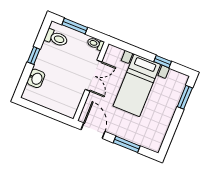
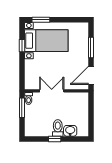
window: (75, 26) -> (22, 108), moved
toilet: (56, 38) -> (58, 128), moved
bed with nightstands: (137, 85) -> (46, 41), moved

